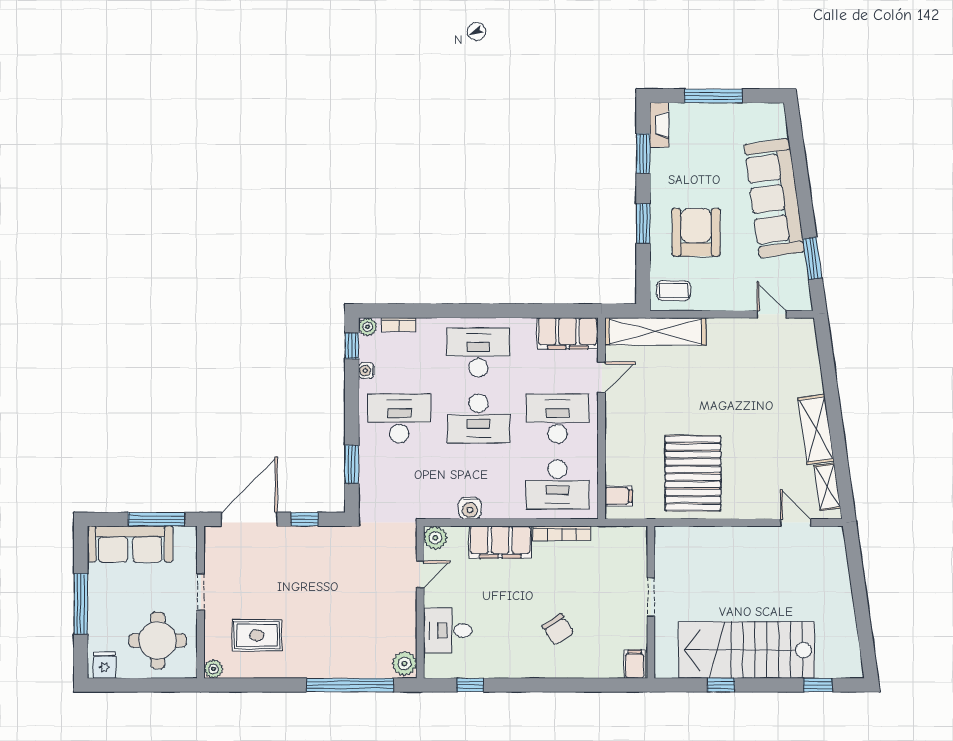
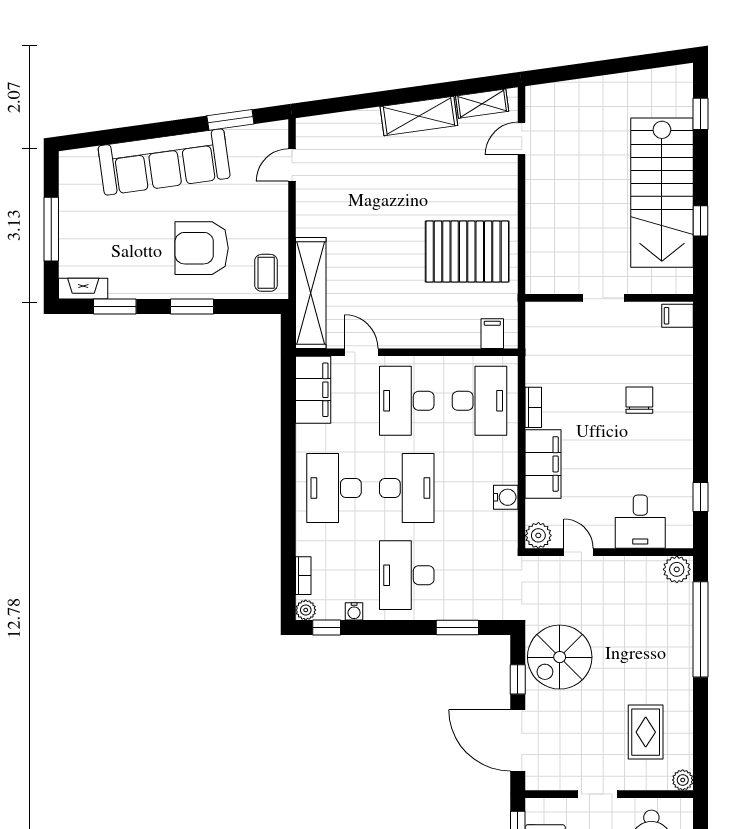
bookcase: (562, 533) -> (533, 407), width x0.64
spiral stairs: (325, 557) -> (560, 657), added
chair: (558, 630) -> (639, 400), turned -57

